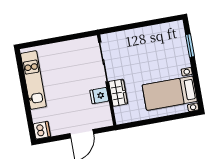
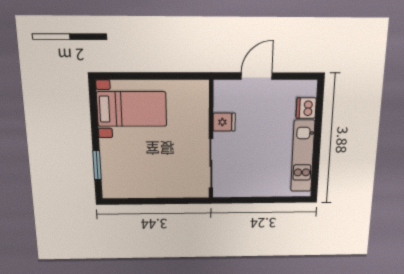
wardrobe: (118, 93) -> (199, 122), removed
dishwasher: (42, 130) -> (306, 108), moved

